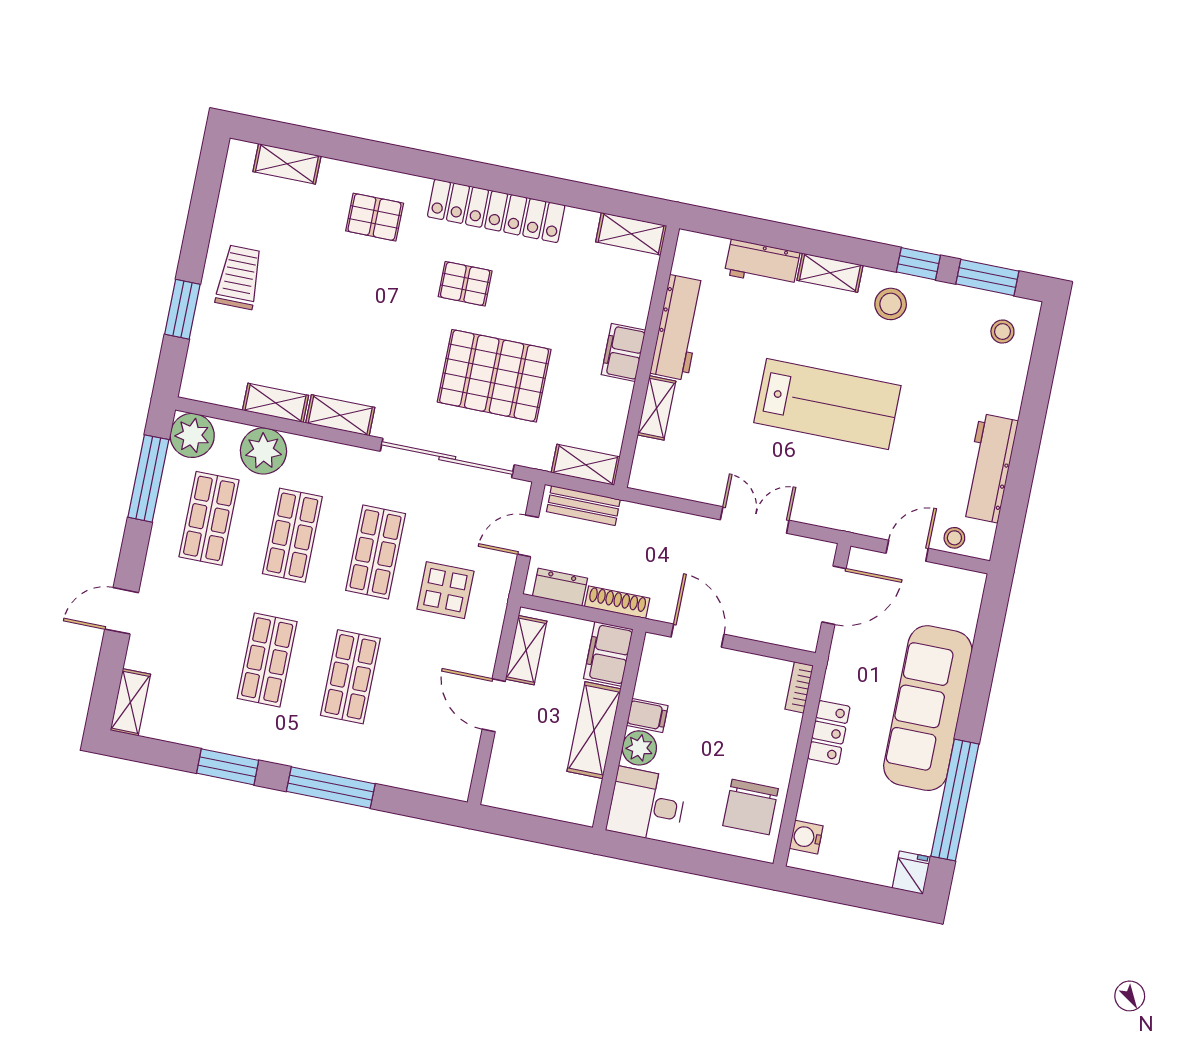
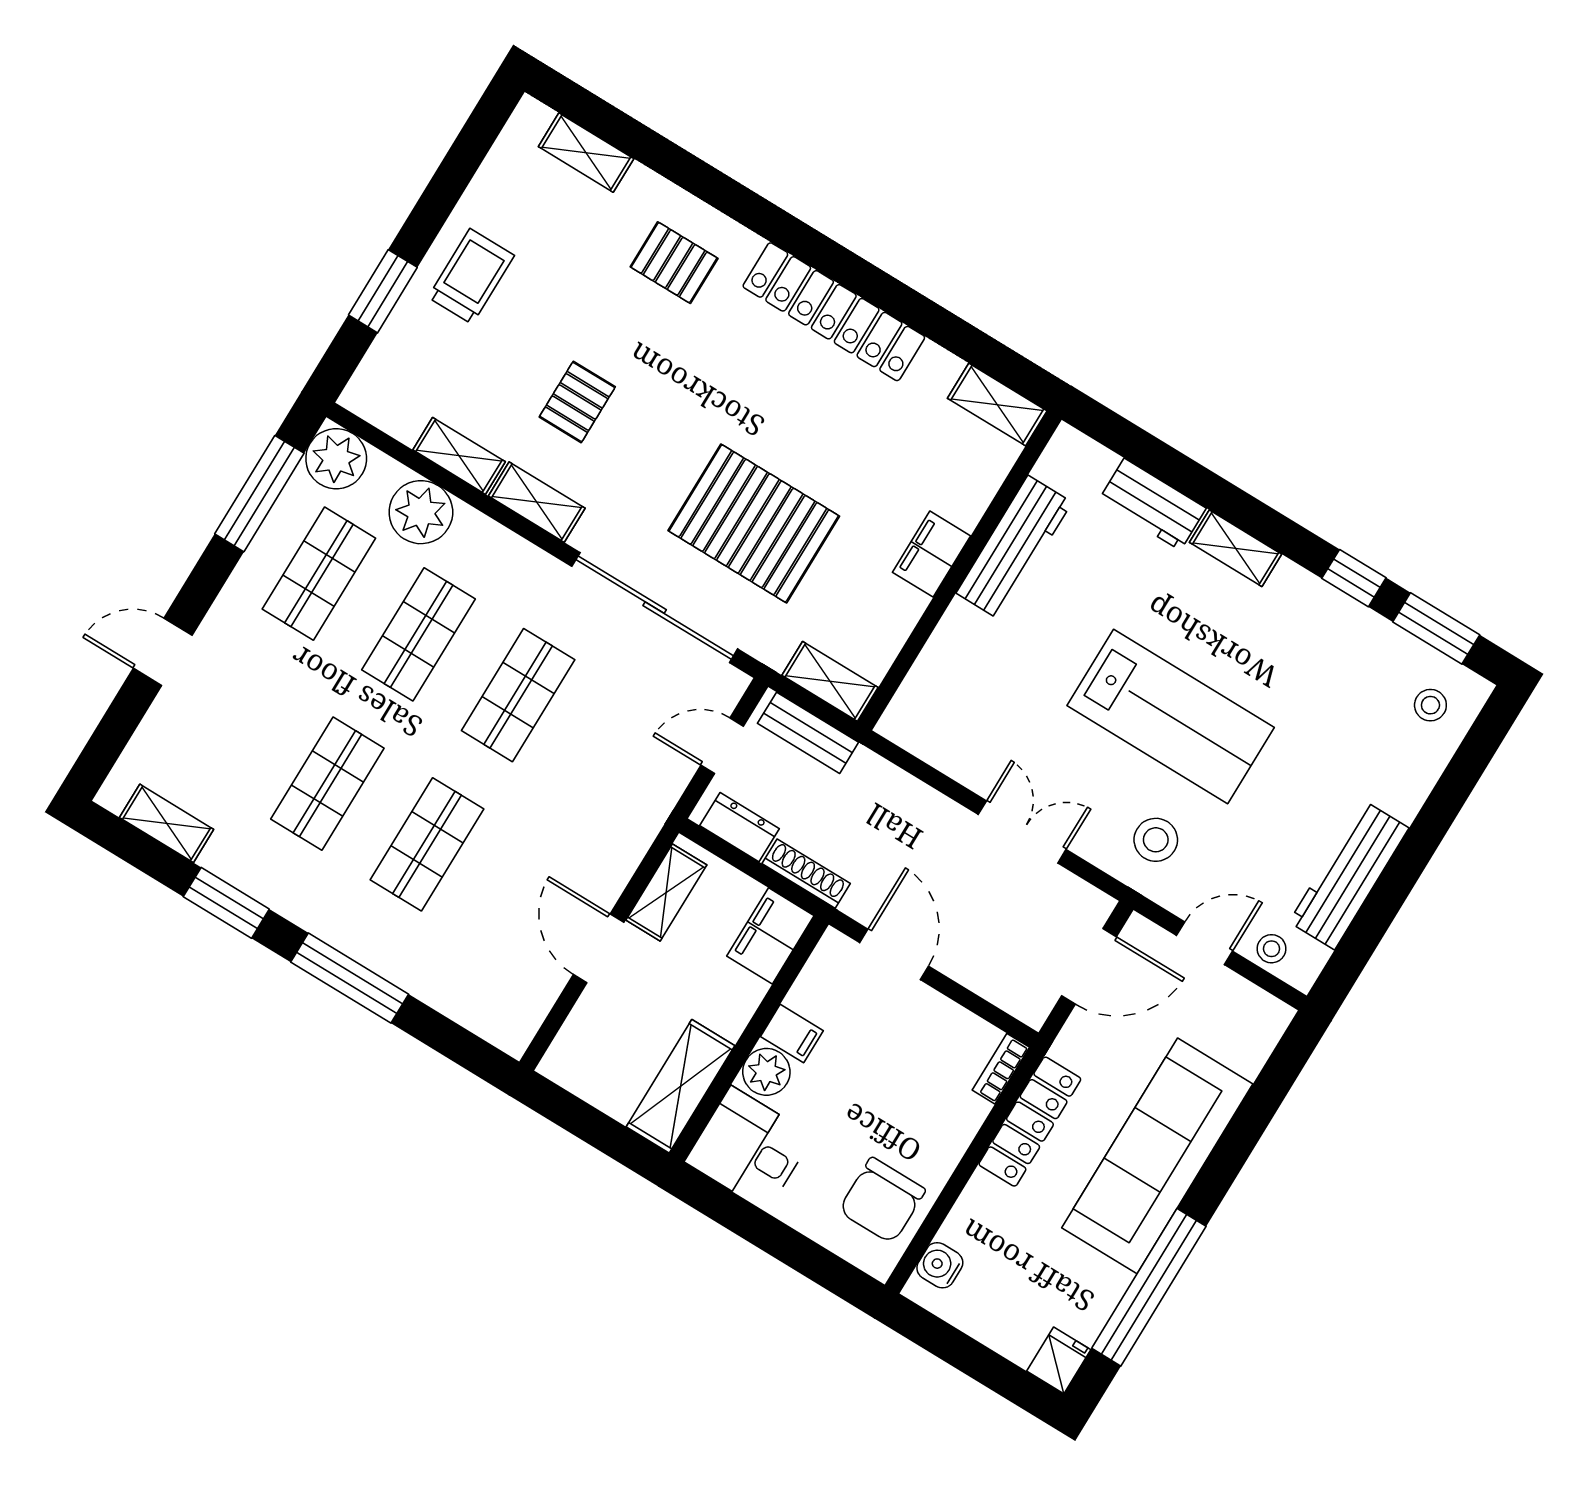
pallet: (465, 284) -> (577, 402), moved, turned 90
stool: (891, 304) -> (1156, 840), moved
shelving: (657, 408) -> (948, 641), removed
display table: (445, 590) -> (590, 777), removed
shelving: (130, 702) -> (167, 823), moved, turned 90
shelving: (594, 730) -> (680, 1086), moved
locker: (829, 733) -> (1030, 1122), width x1.53

